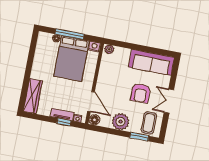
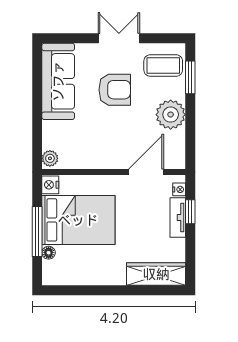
double door: (169, 101) -> (119, 38), swing flipped
floor lamp: (95, 120) -> (176, 160), removed

